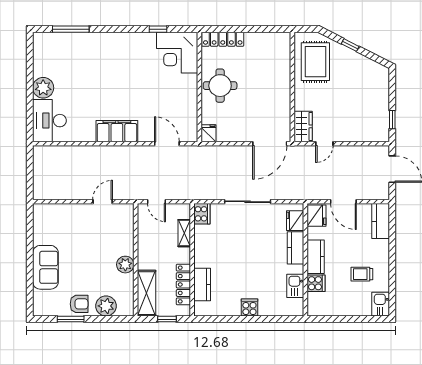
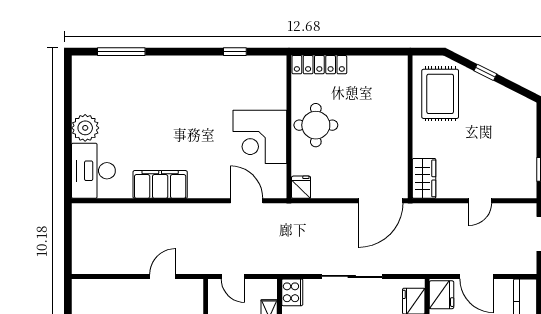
corner desk: (177, 53) -> (260, 137), moved
filing cabinet: (117, 131) -> (160, 184), moved
door: (324, 144) -> (480, 201), moved

